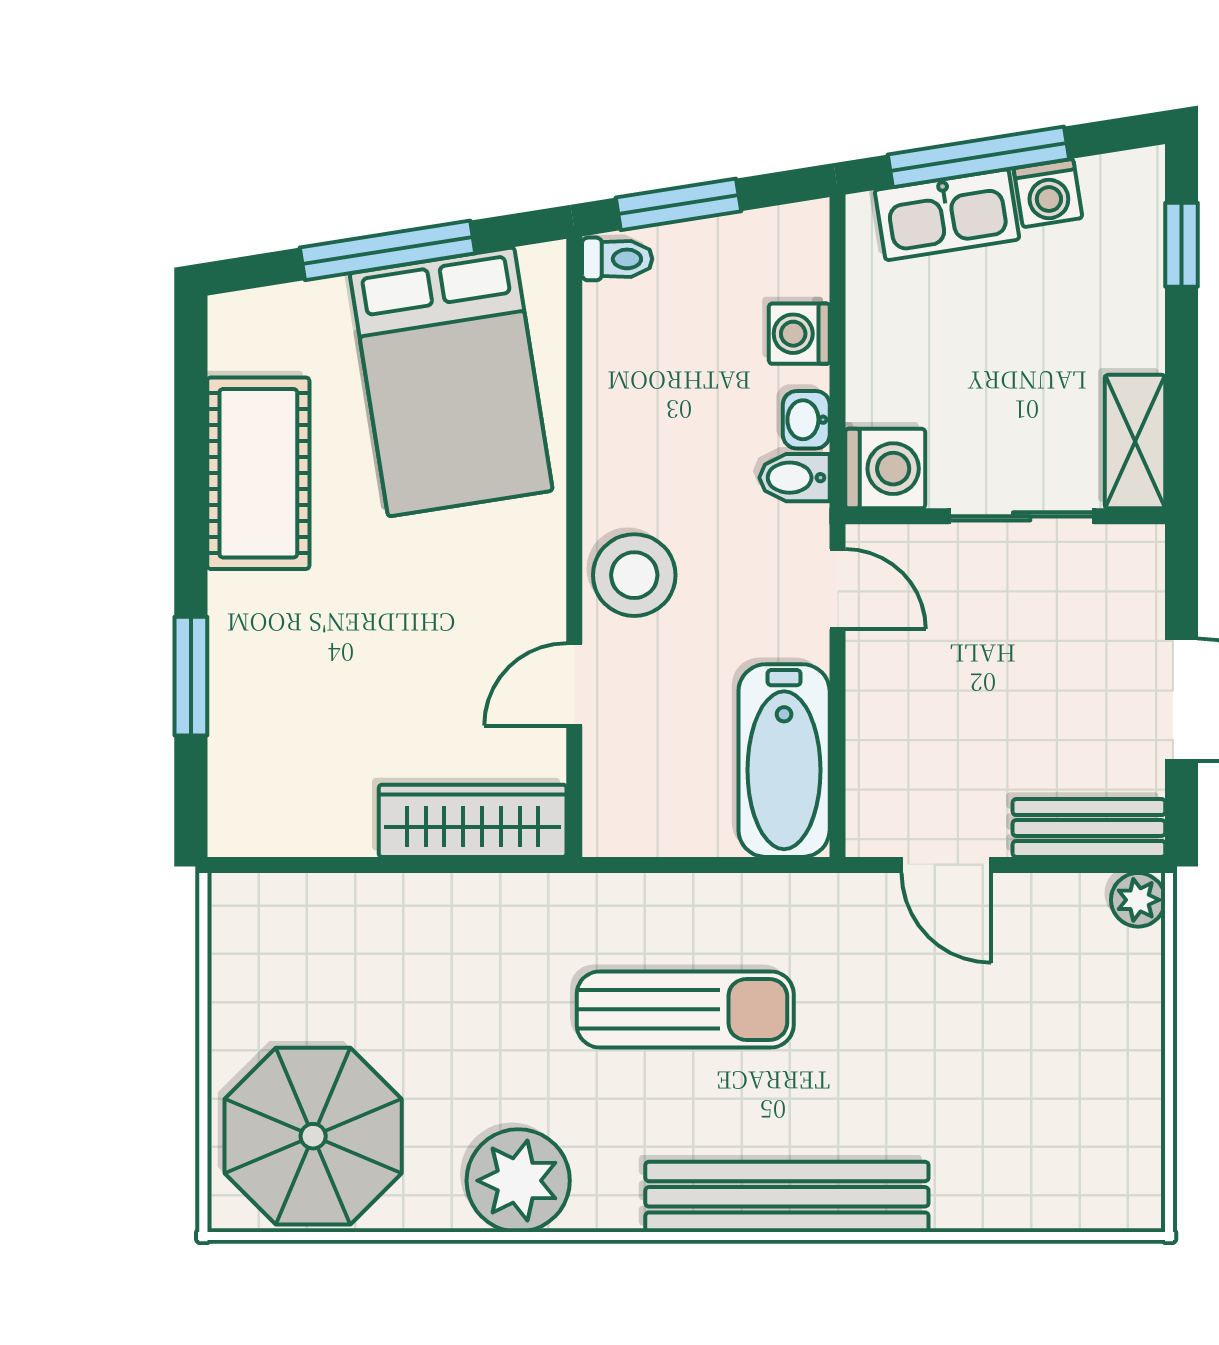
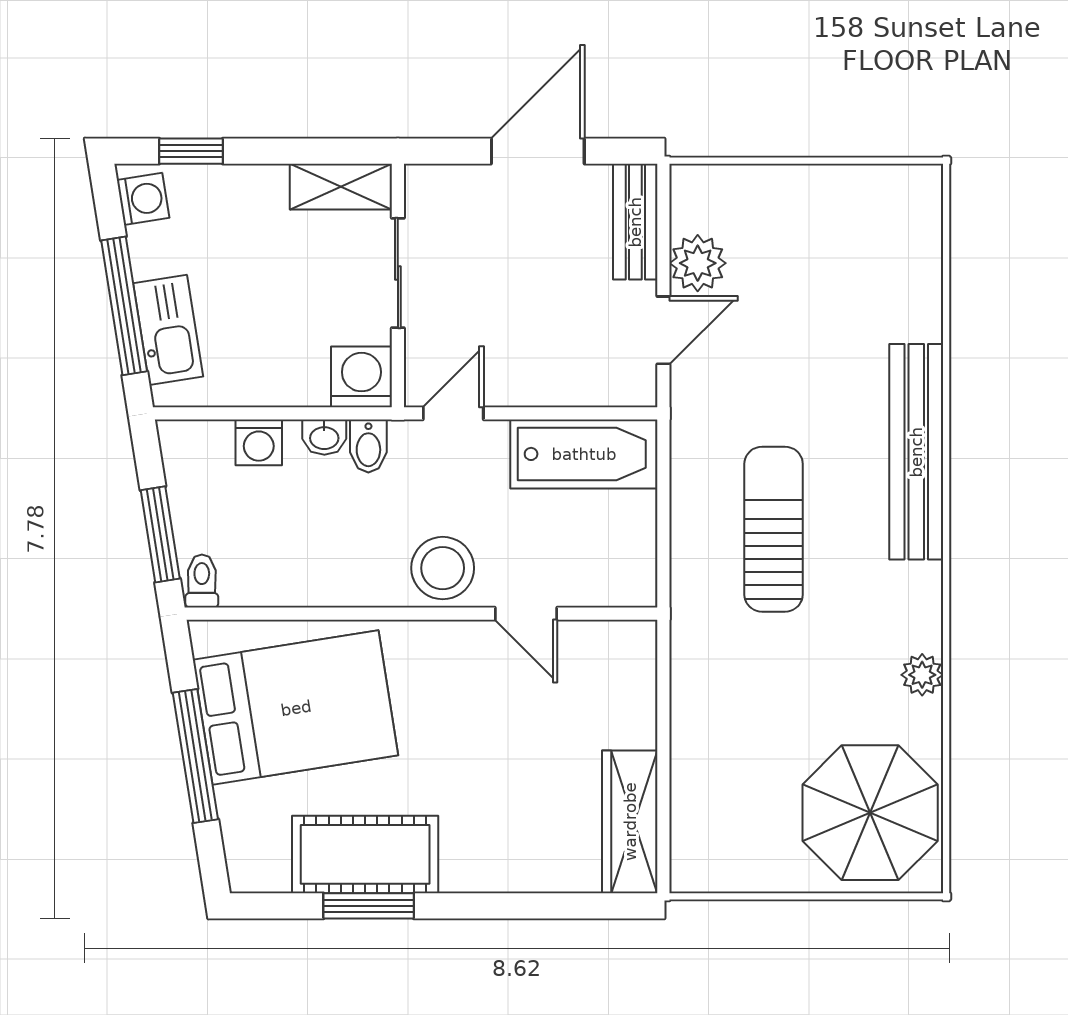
washing machine: (1048, 193) -> (143, 199), moved
window: (191, 676) -> (369, 906), moved
wardrobe: (473, 821) -> (630, 822), moved
plant: (1138, 900) -> (698, 263), moved, width x1.38, depth x1.38
plant: (518, 1181) -> (922, 675), width x0.53, depth x0.53

